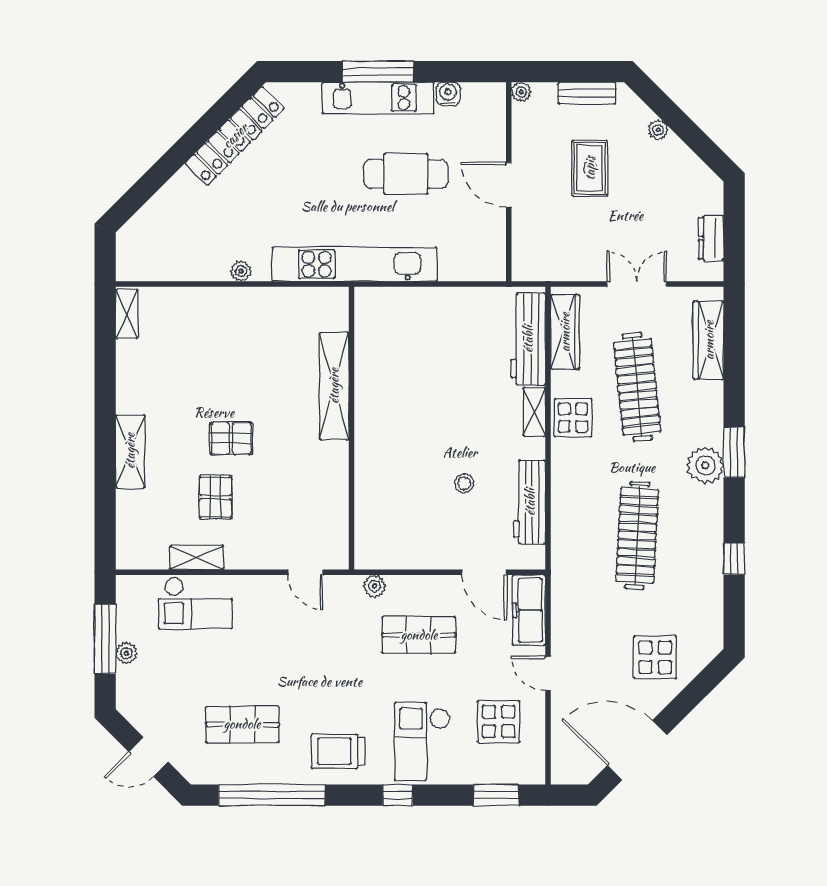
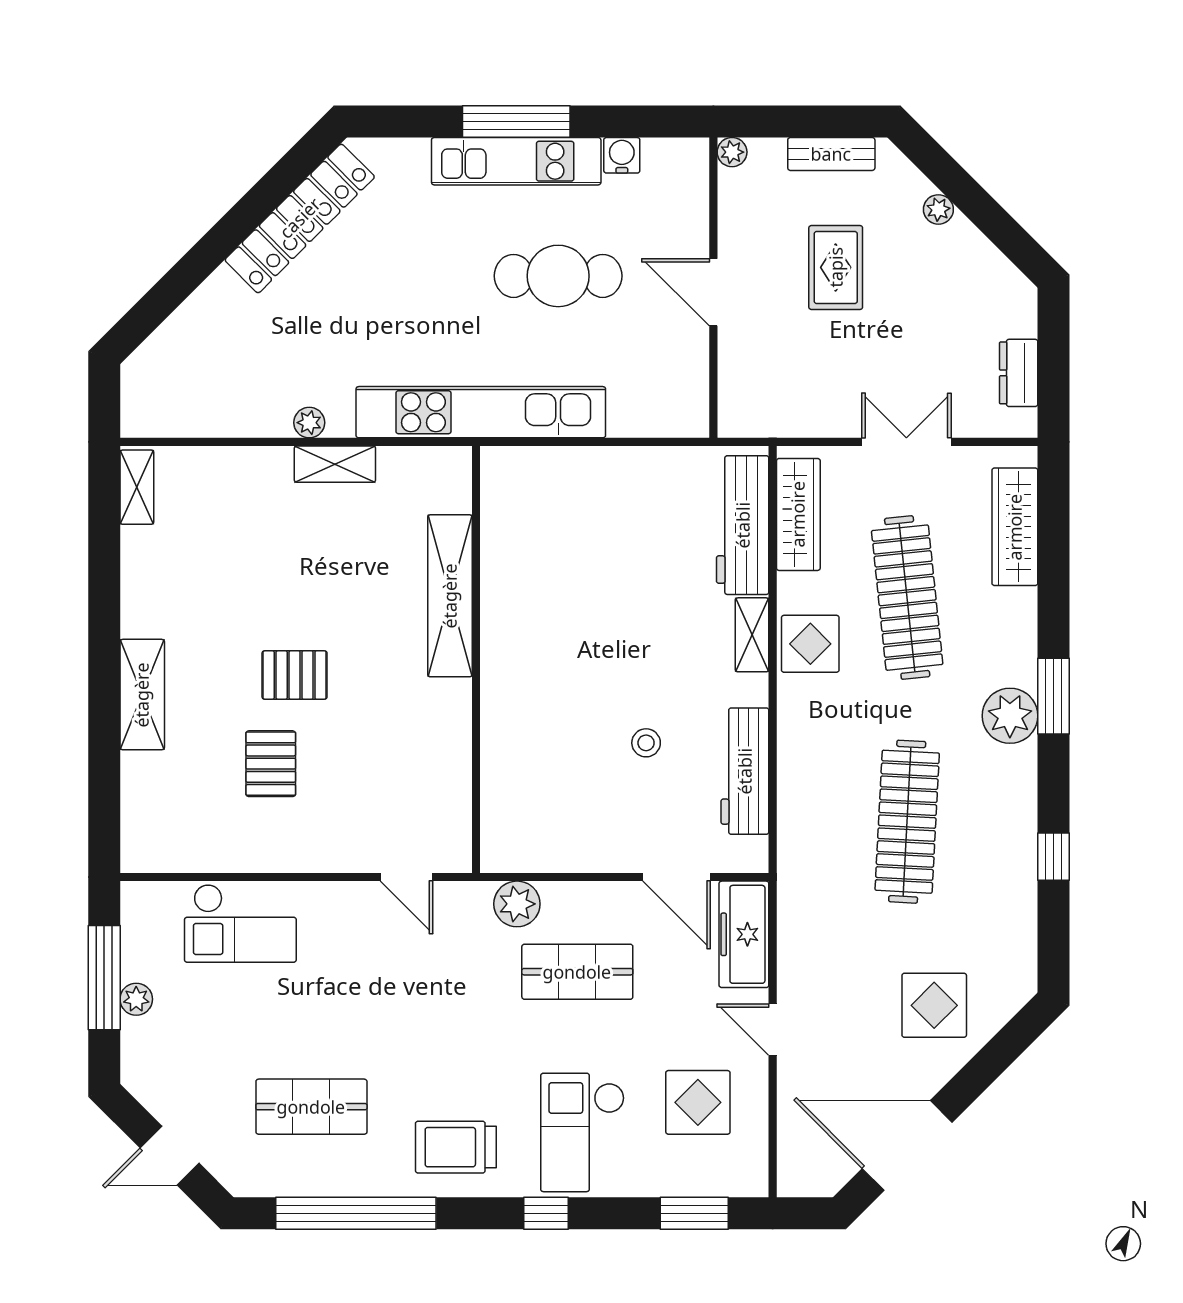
shelving: (197, 558) -> (335, 464), moved
plant: (374, 586) -> (517, 904), width x1.38, depth x1.38

